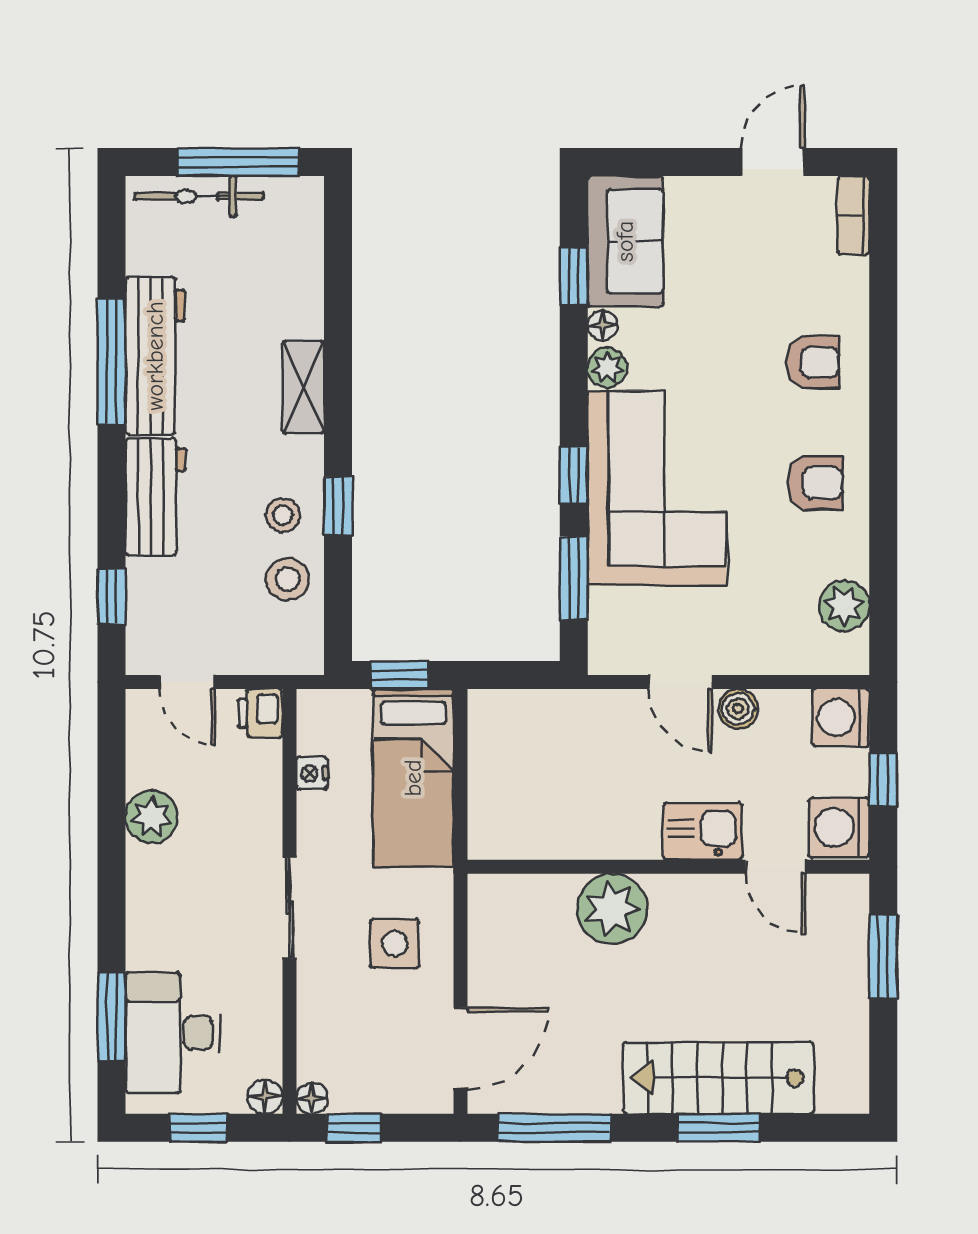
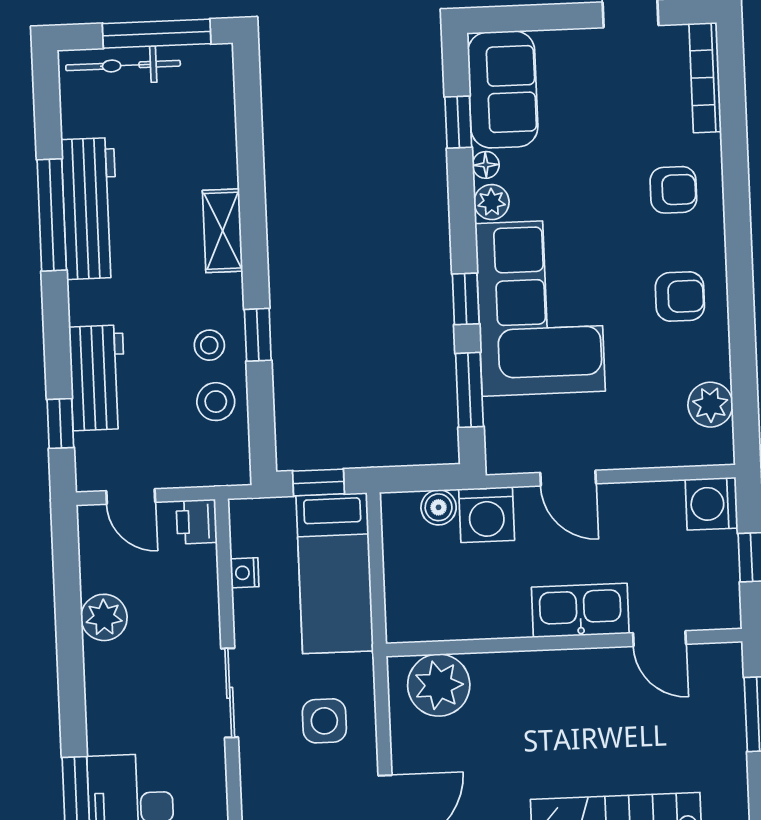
bookcase: (854, 215) -> (705, 78), width x1.56
workbench: (156, 497) -> (98, 378), moved
boiler: (738, 709) -> (439, 507), moved
washing machine: (839, 827) -> (487, 515), moved, turned -90
kitchen sink: (703, 831) -> (580, 610), width x1.38
plant: (612, 909) -> (439, 685), moved

